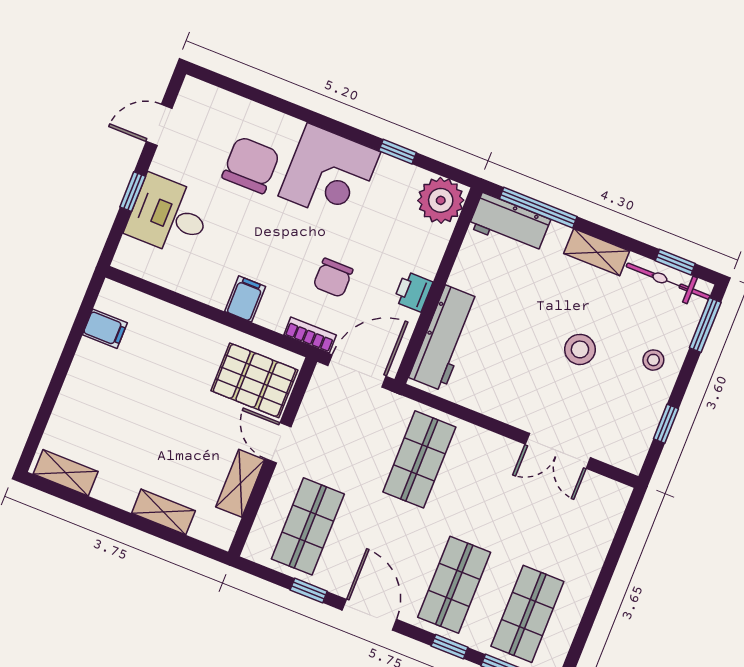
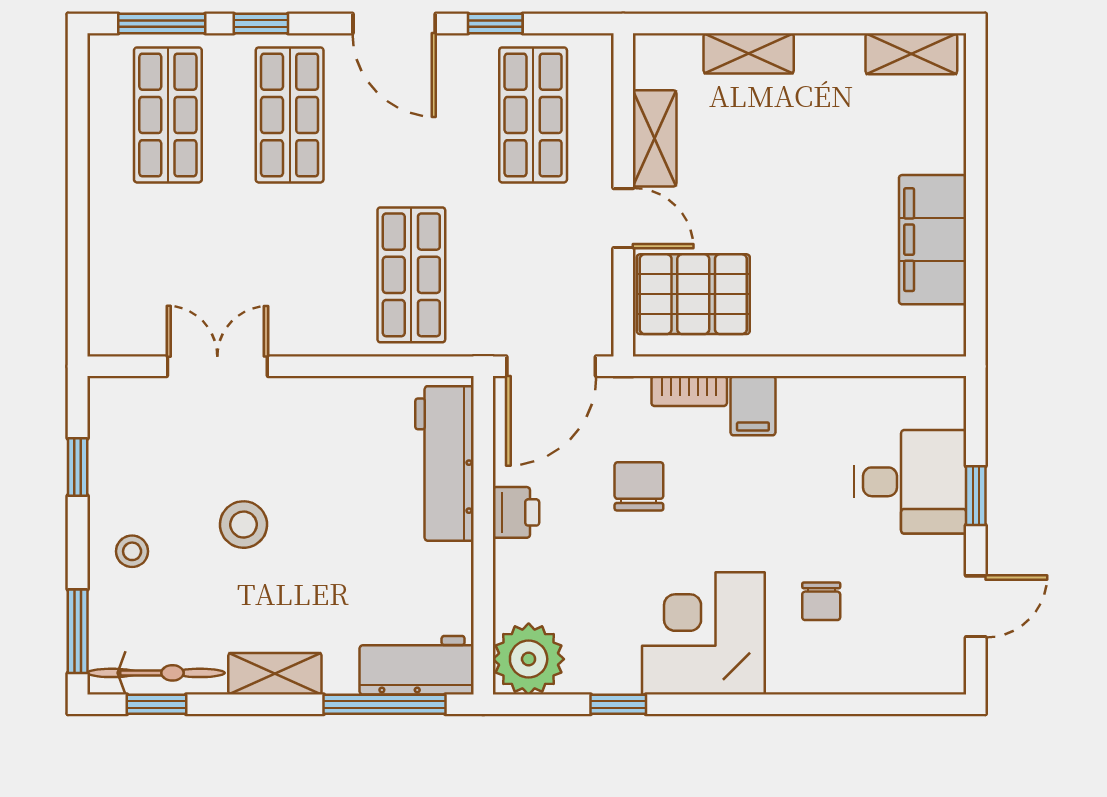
chair: (251, 165) -> (821, 601), width x0.54, depth x0.54
filing cabinet: (105, 329) -> (933, 240), width x3.00, depth x1.17
bookcase: (310, 335) -> (689, 391), moved

